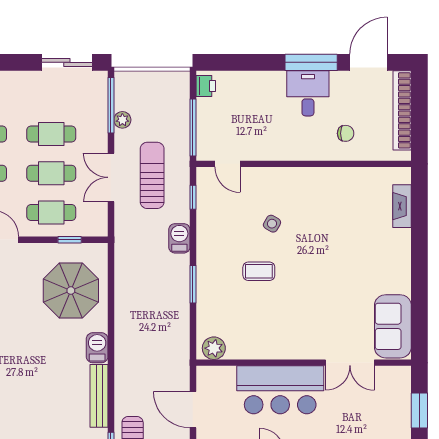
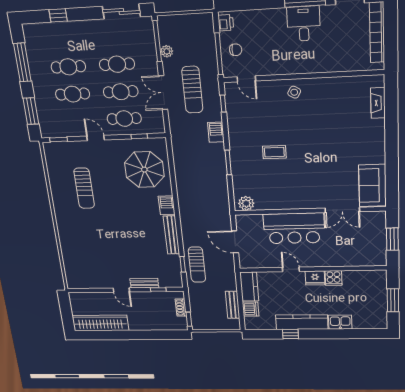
chair: (346, 133) -> (236, 50), moved
sun lounger: (152, 175) -> (192, 90), turned 180
side table: (272, 224) -> (294, 92), moved

